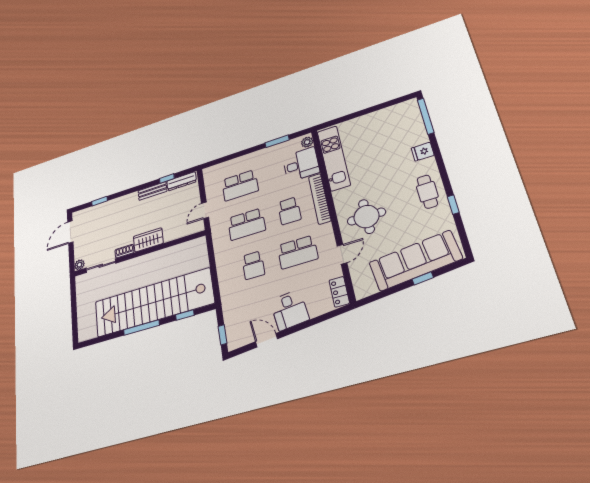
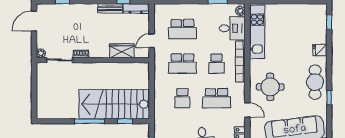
window: (426, 116) -> (329, 22), width x0.46
cafe table: (427, 192) -> (315, 82), width x1.37, depth x1.35
wardrobe: (148, 240) -> (122, 51), moved
door: (342, 254) -> (247, 110), hinge flipped
stairs: (154, 303) -> (114, 104), width x0.73

